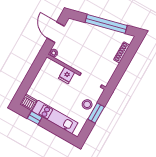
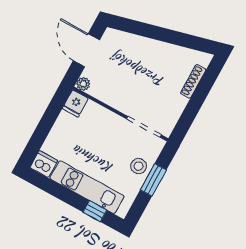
window: (106, 24) -> (167, 36), removed
fridge: (67, 75) -> (75, 103), moved
window: (35, 118) -> (95, 211), moved

